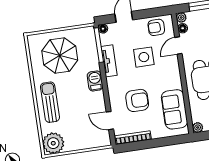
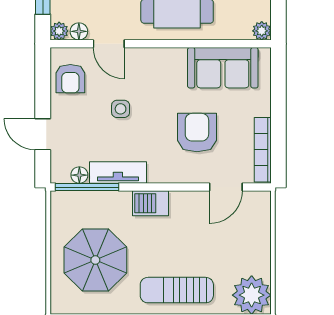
floor lamp: (103, 29) -> (79, 175), moved
side table: (144, 57) -> (121, 109), width x0.54, depth x0.54

